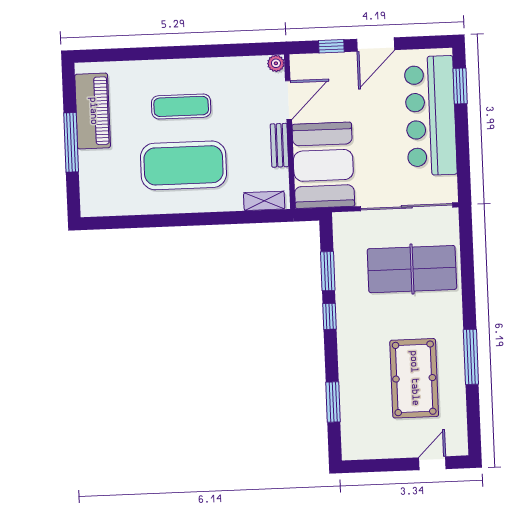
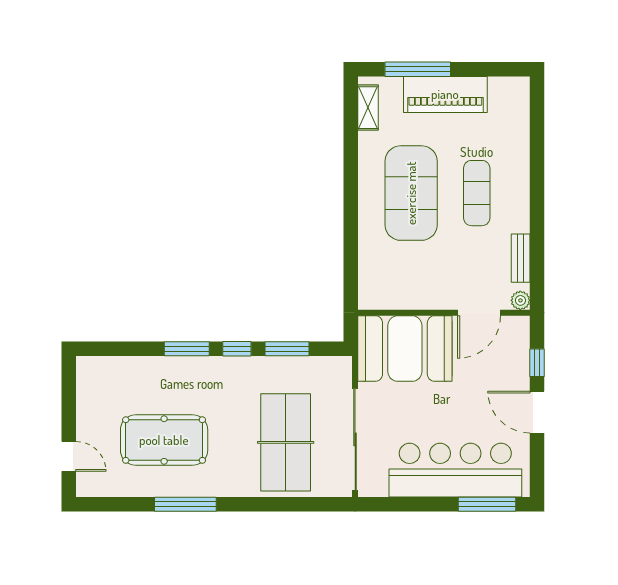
window: (460, 86) -> (487, 504), width x1.44
door: (288, 100) -> (479, 313), hinge flipped
piano: (93, 111) -> (445, 94), moved
window: (71, 142) -> (418, 69), moved
bench: (279, 145) -> (521, 258), moved, turned 90
shelving: (264, 201) -> (368, 108), moved
window: (333, 402) -> (187, 349), moved

